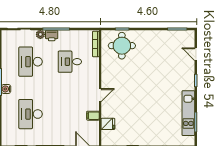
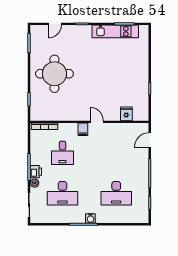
round table: (122, 46) -> (54, 74), moved, width x1.36, depth x1.36
filing cabinet: (93, 116) -> (83, 129), moved

